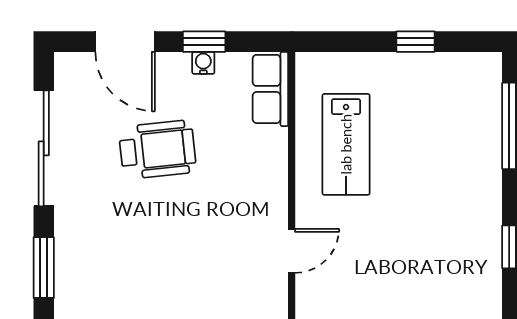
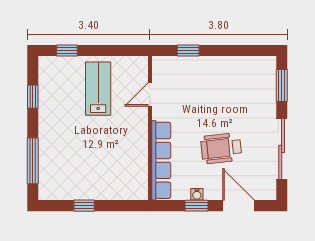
row of seats: (270, 89) -> (161, 160), width x2.02
lab bench: (346, 144) -> (98, 89), moved

